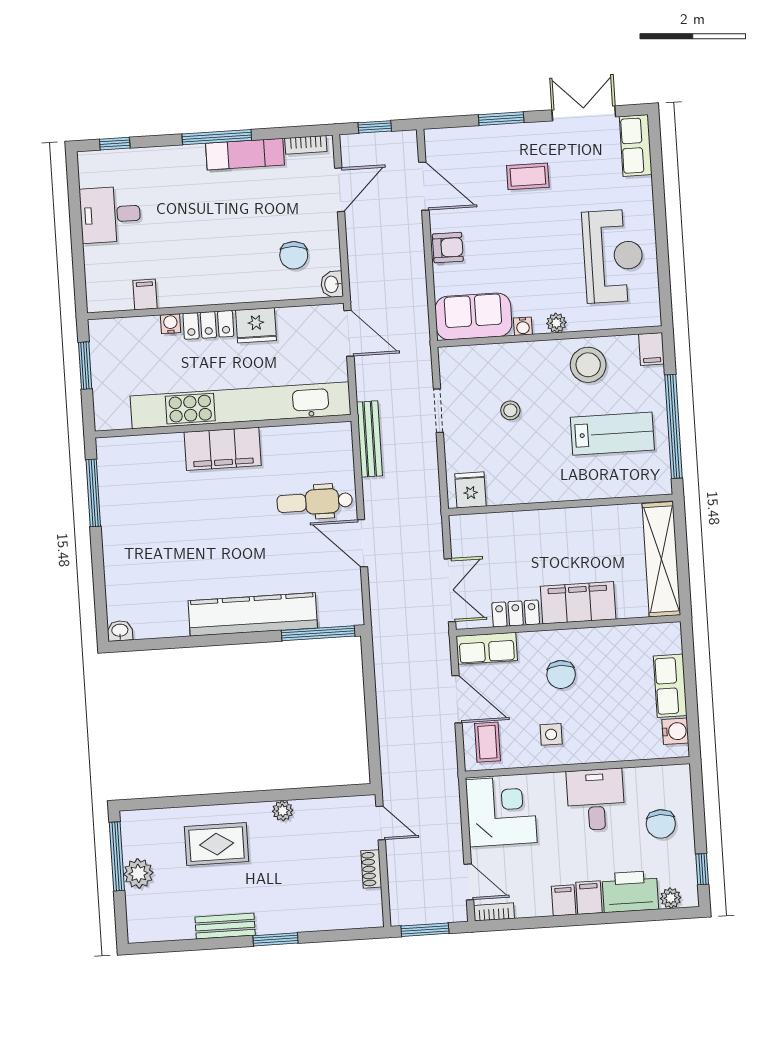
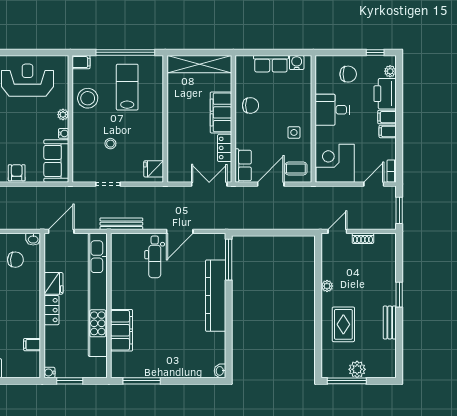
water cooler: (170, 324) -> (49, 372), moved
filing cabinet: (223, 449) -> (122, 330), moved
chair: (561, 674) -> (251, 105), moved

